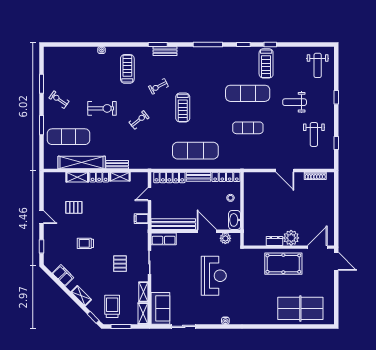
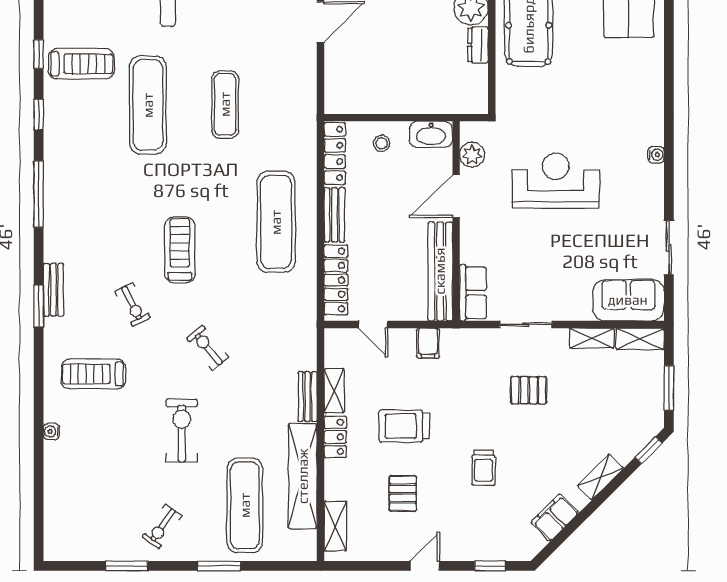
treadmill: (183, 108) -> (180, 250), turned -90
shelving: (77, 177) -> (335, 526), moved
trolley: (112, 306) -> (404, 426), moved

